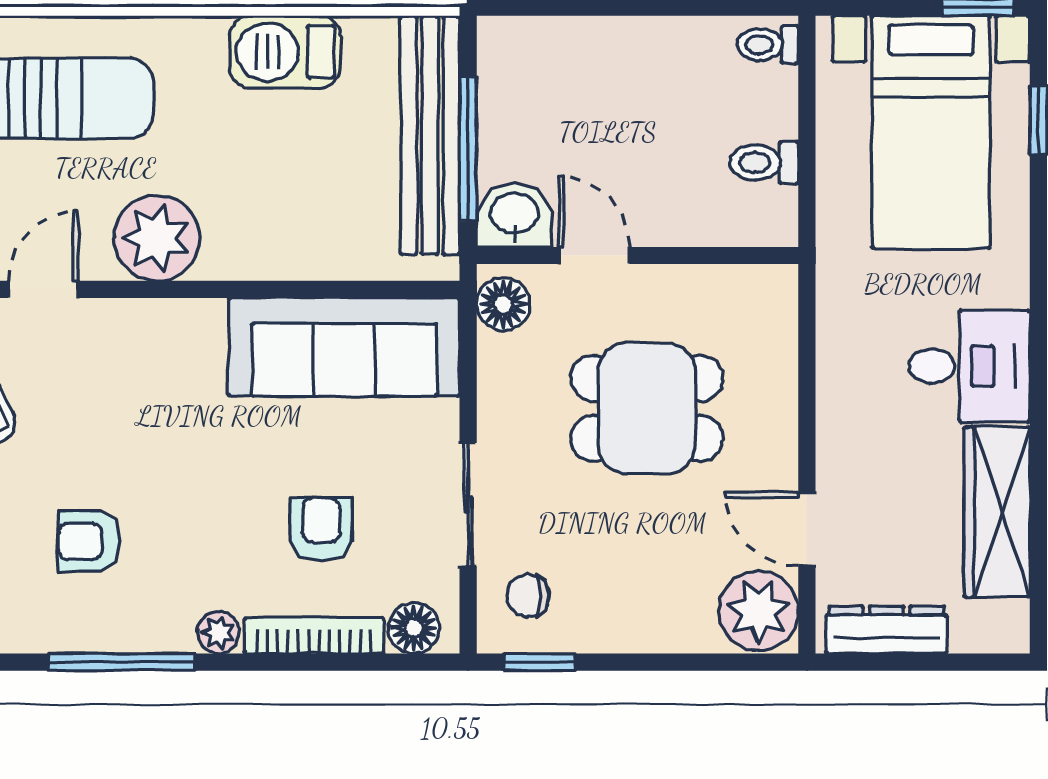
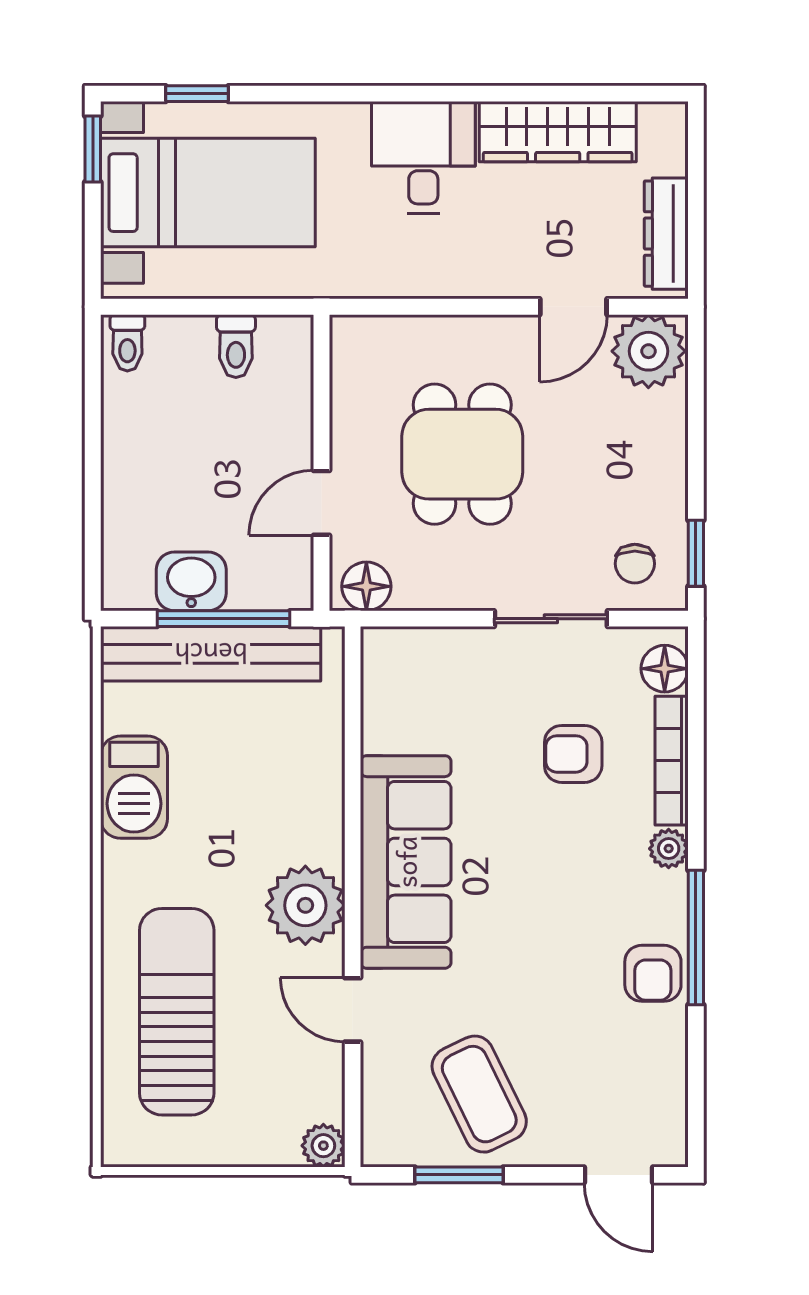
washbasin: (514, 215) -> (191, 581), moved, turned 90
sofa: (344, 347) -> (406, 862), moved
armchair: (89, 541) -> (653, 973), moved

